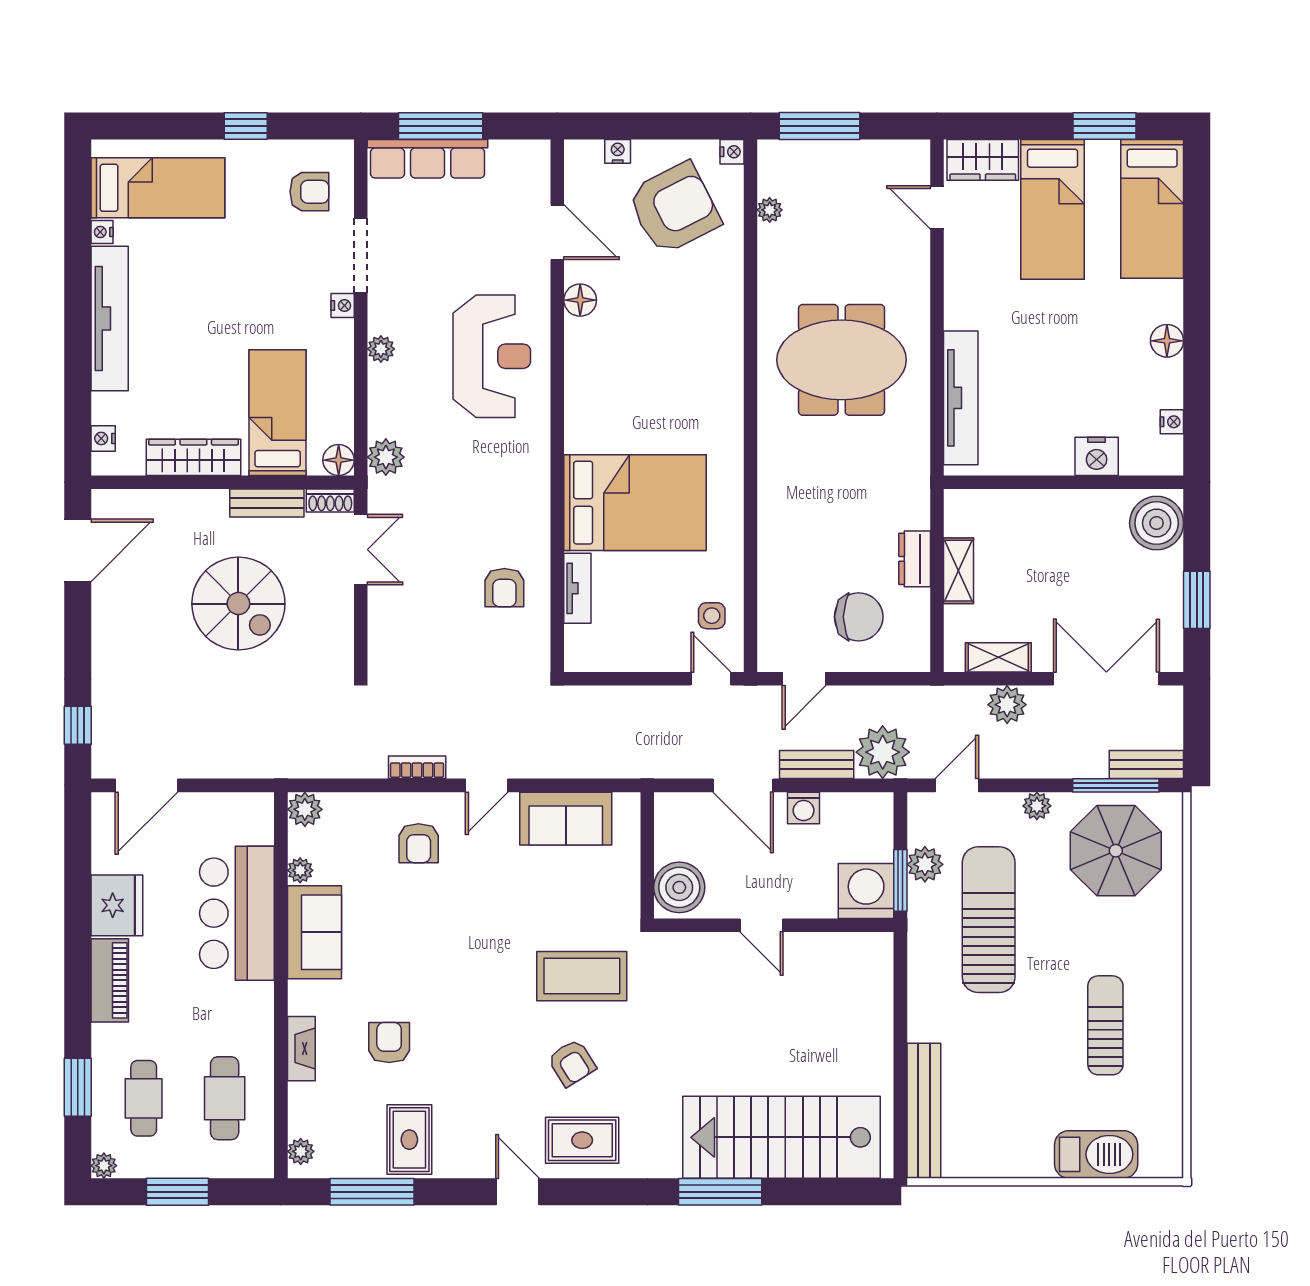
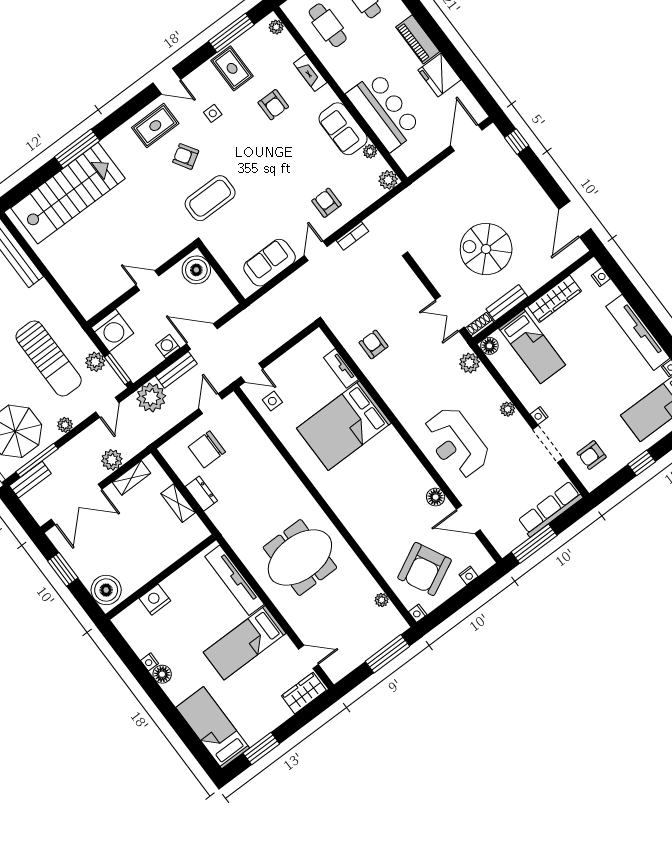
window: (441, 126) -> (534, 544), moved
bed: (1053, 209) -> (245, 643), moved, turned -90
nightstand: (1172, 422) -> (150, 662), moved
window: (900, 880) -> (118, 369), moved
side table: (486, 1096) -> (213, 113), added

